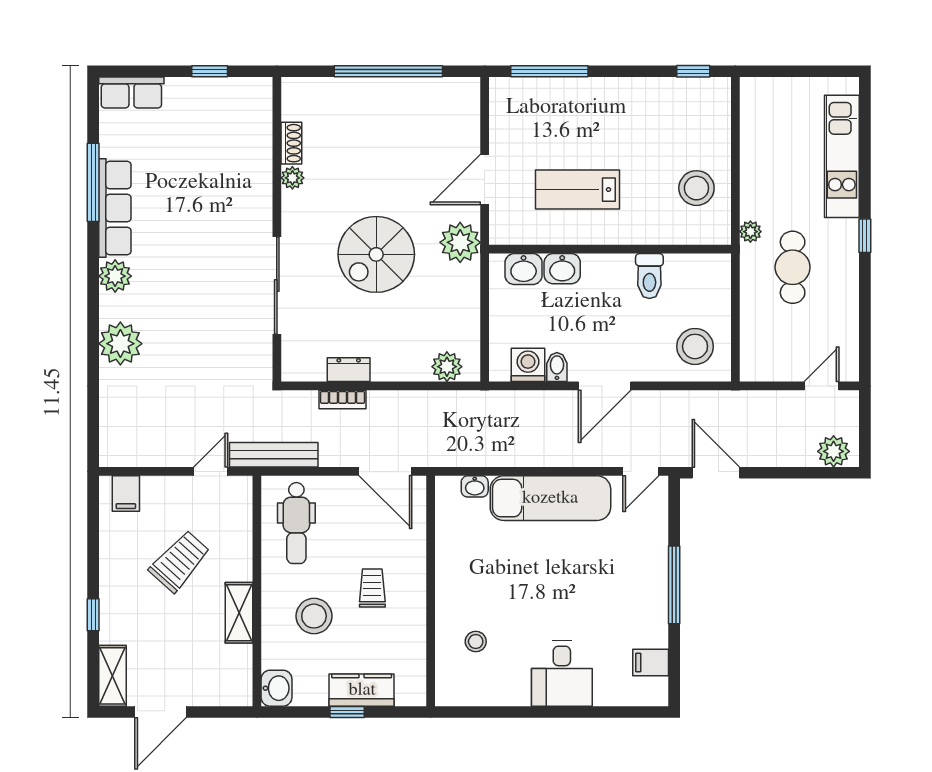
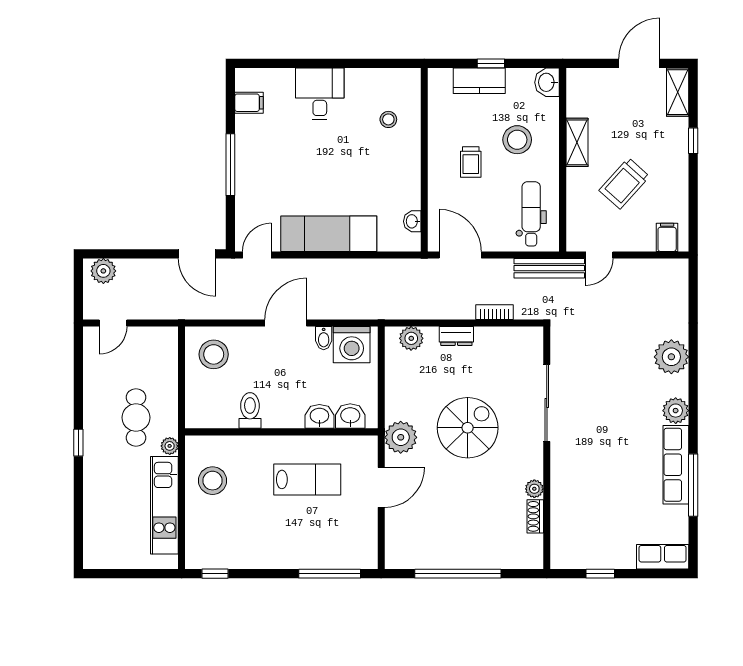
kitchen unit: (842, 156) -> (164, 505), moved, turned 180
washing machine: (528, 365) -> (352, 345), width x1.37, depth x1.37
dresser: (349, 370) -> (456, 336), moved
washbasin: (475, 486) -> (412, 221), moved, turned -90

